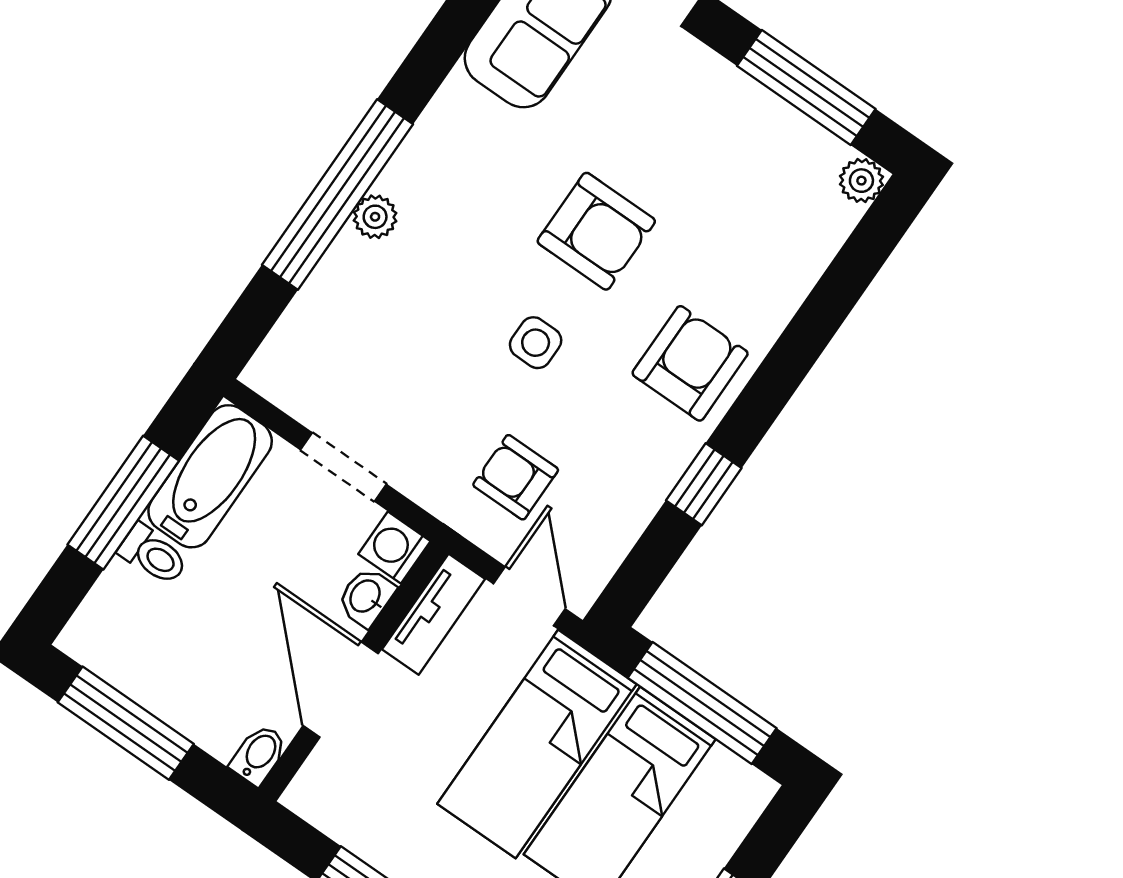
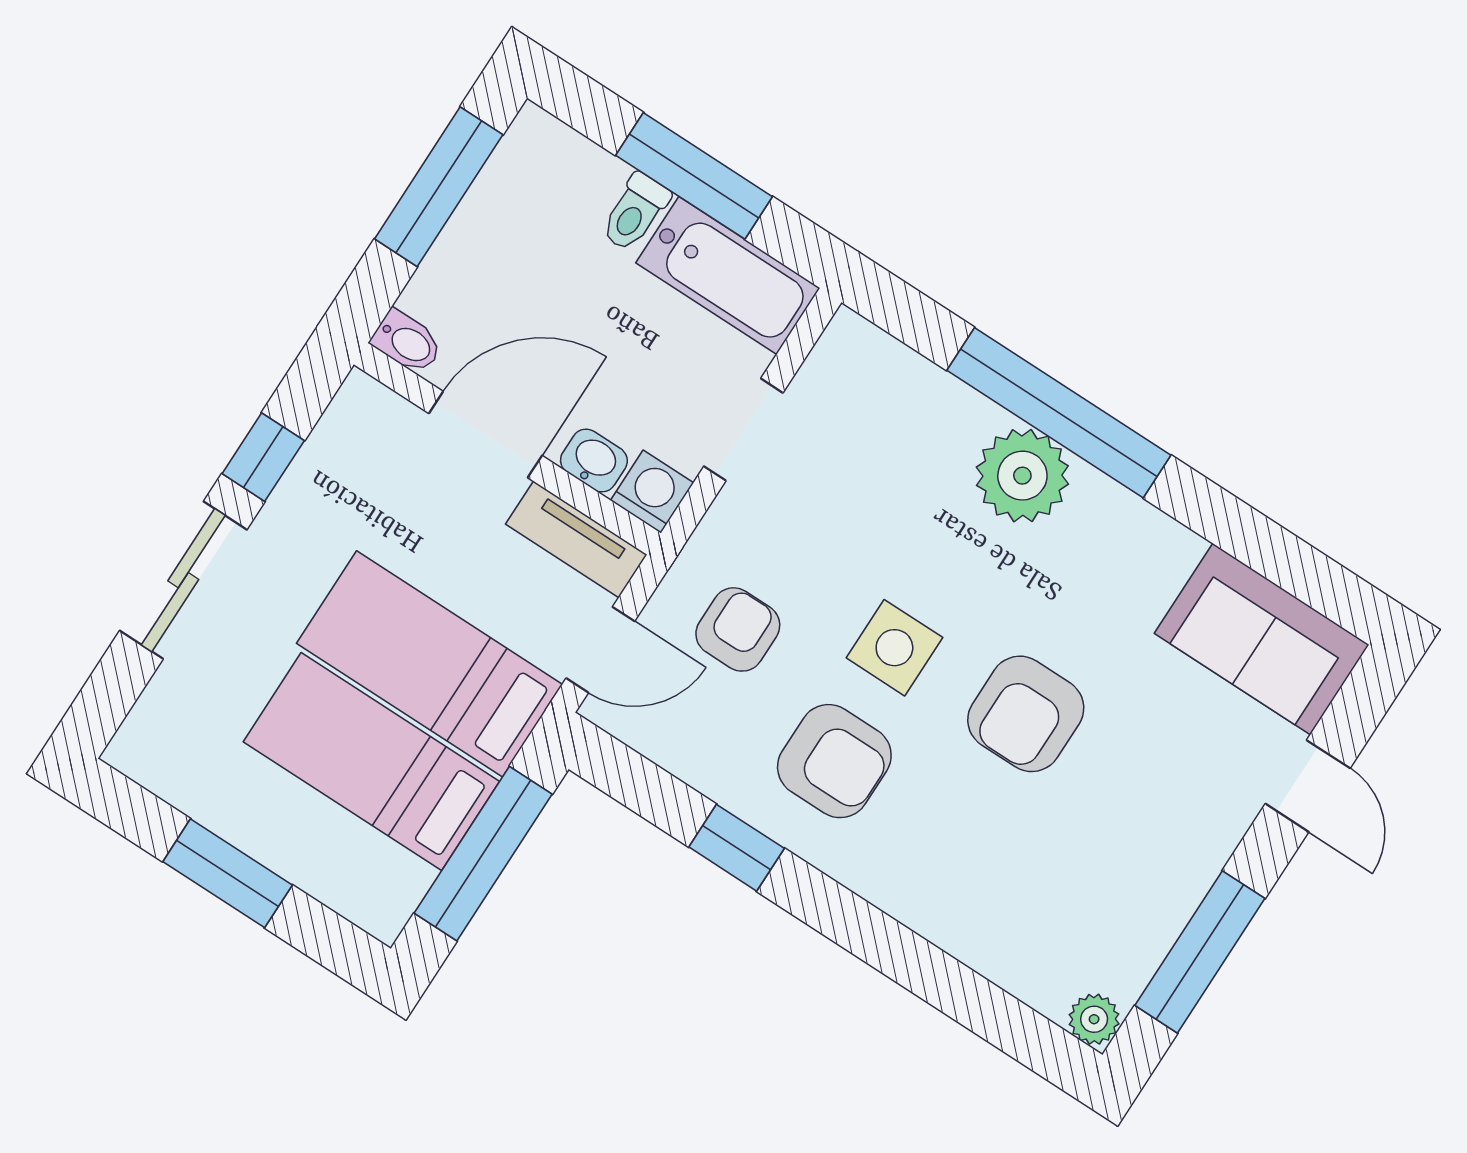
plant: (375, 217) -> (1022, 476), width x1.87, depth x1.87
side table: (536, 343) -> (894, 648), width x1.37, depth x1.37
armchair: (690, 363) -> (834, 761), moved

